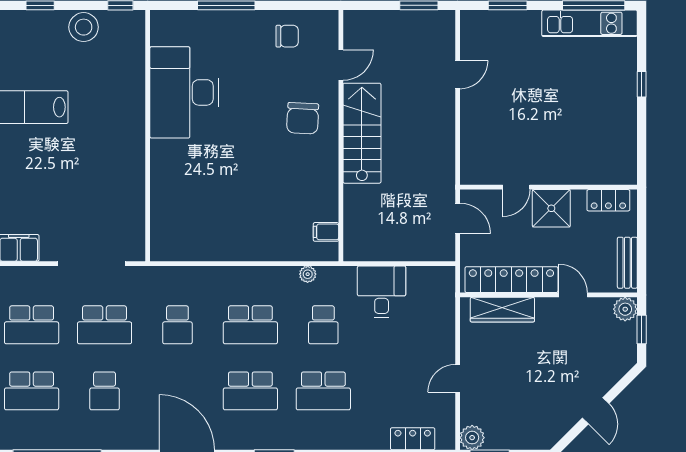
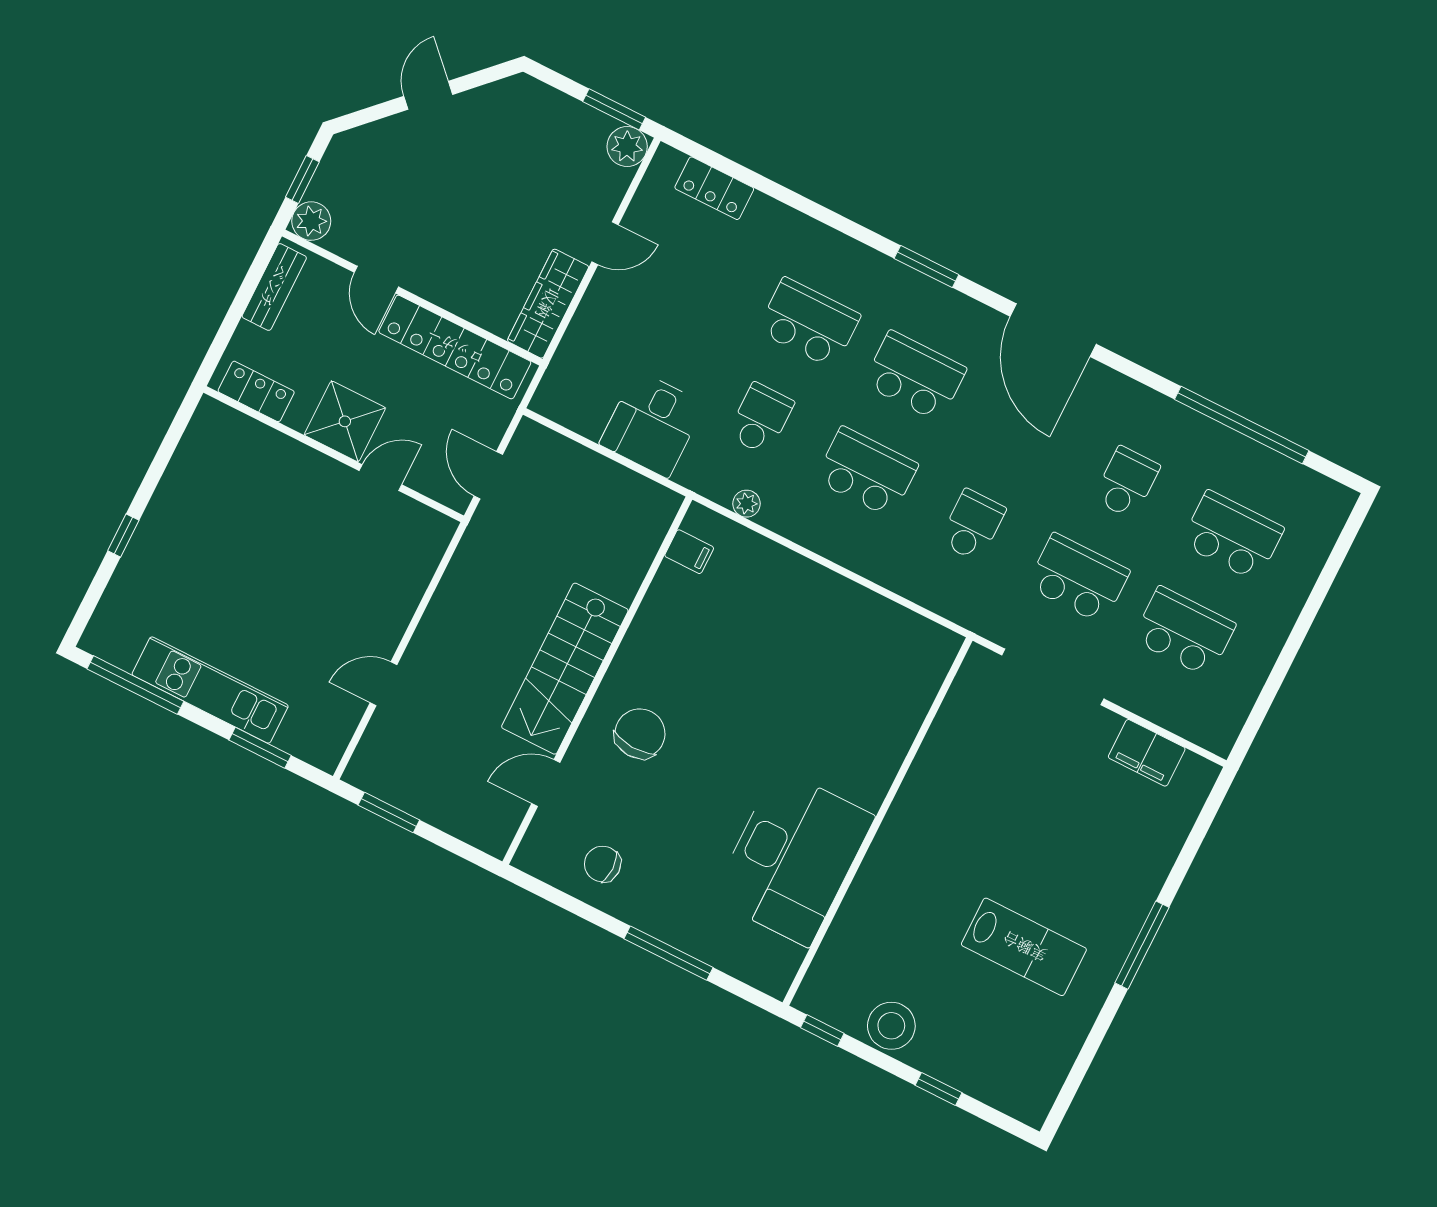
kitchen unit: (590, 23) -> (210, 690), moved
wardrobe: (502, 310) -> (548, 304), moved, turned -90

